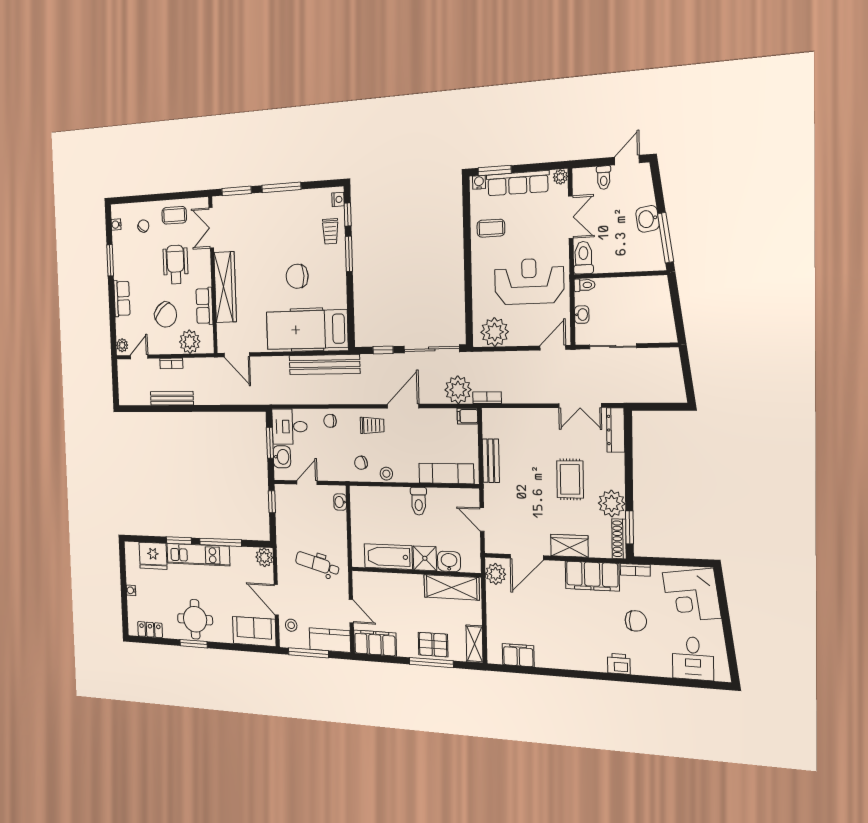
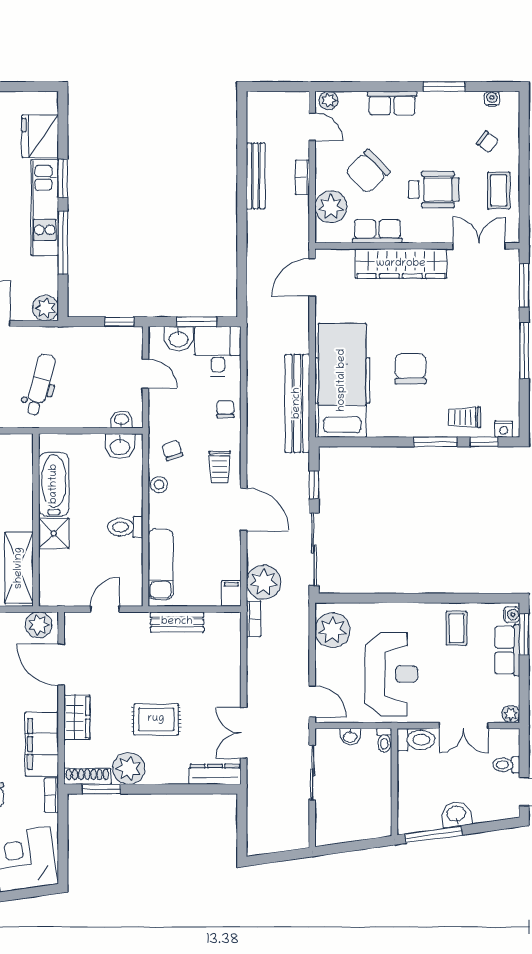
row of seats: (518, 183) -> (507, 650), width x0.68
washbasin: (449, 561) -> (120, 446), moved, turned 90

